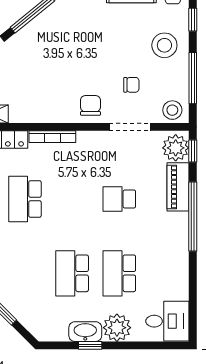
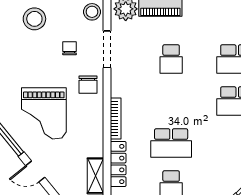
grand piano: (58, 56) -> (44, 113), added
chair: (90, 105) -> (88, 85), turned -90

